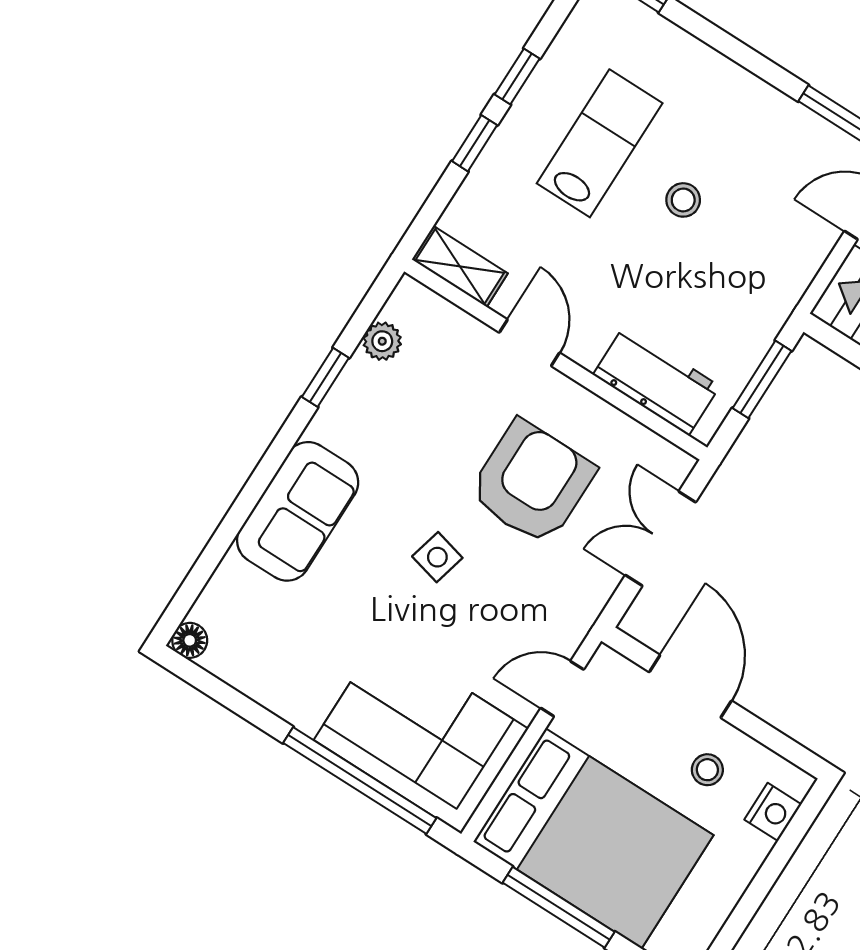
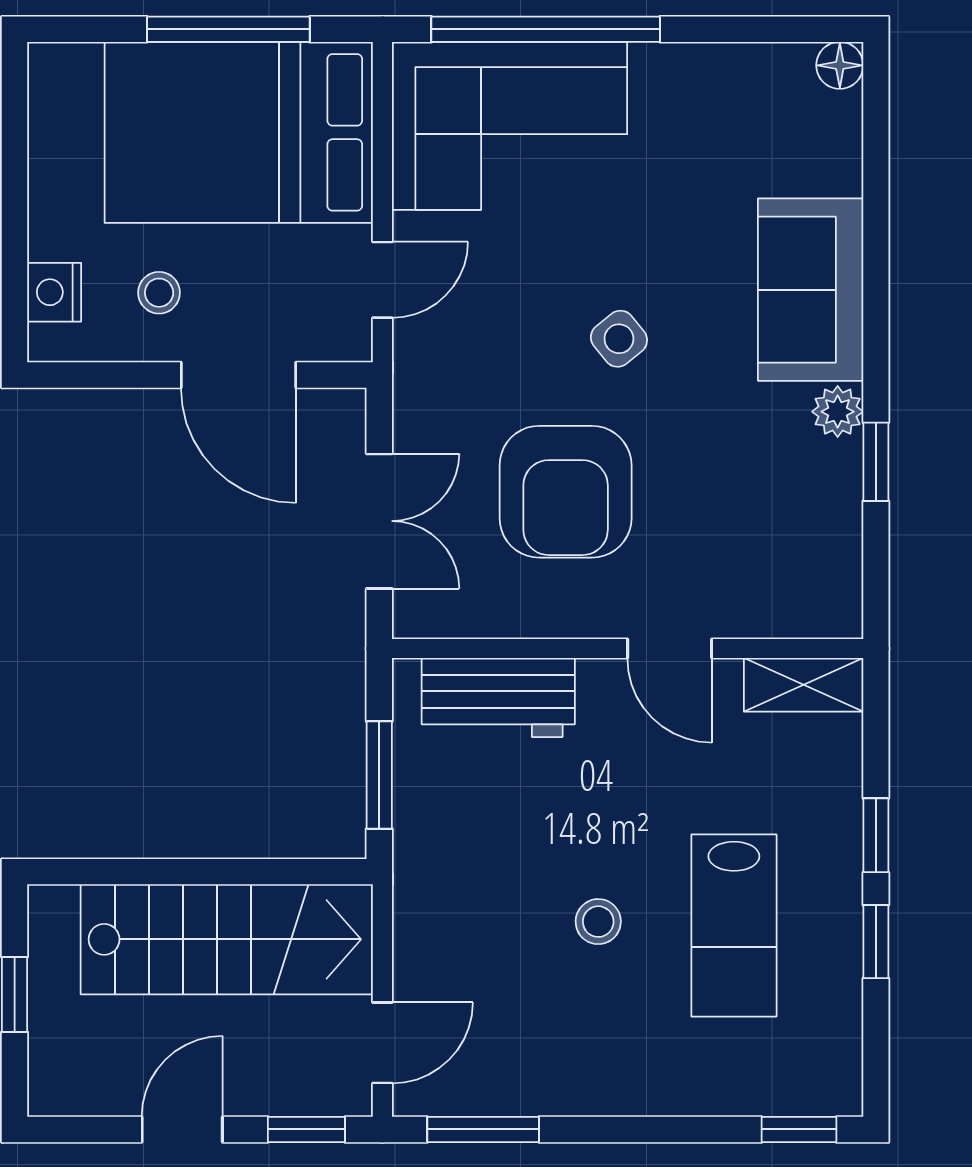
plant: (382, 341) -> (838, 412), moved
side table: (437, 557) -> (619, 339), turned 37

